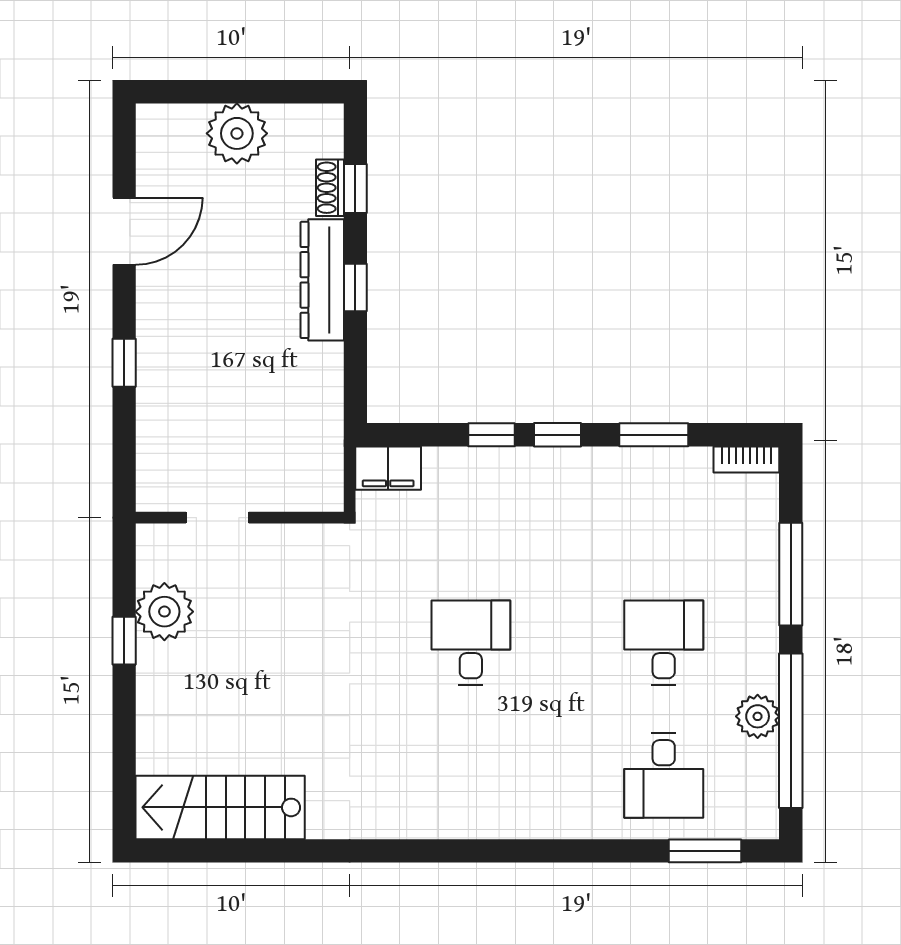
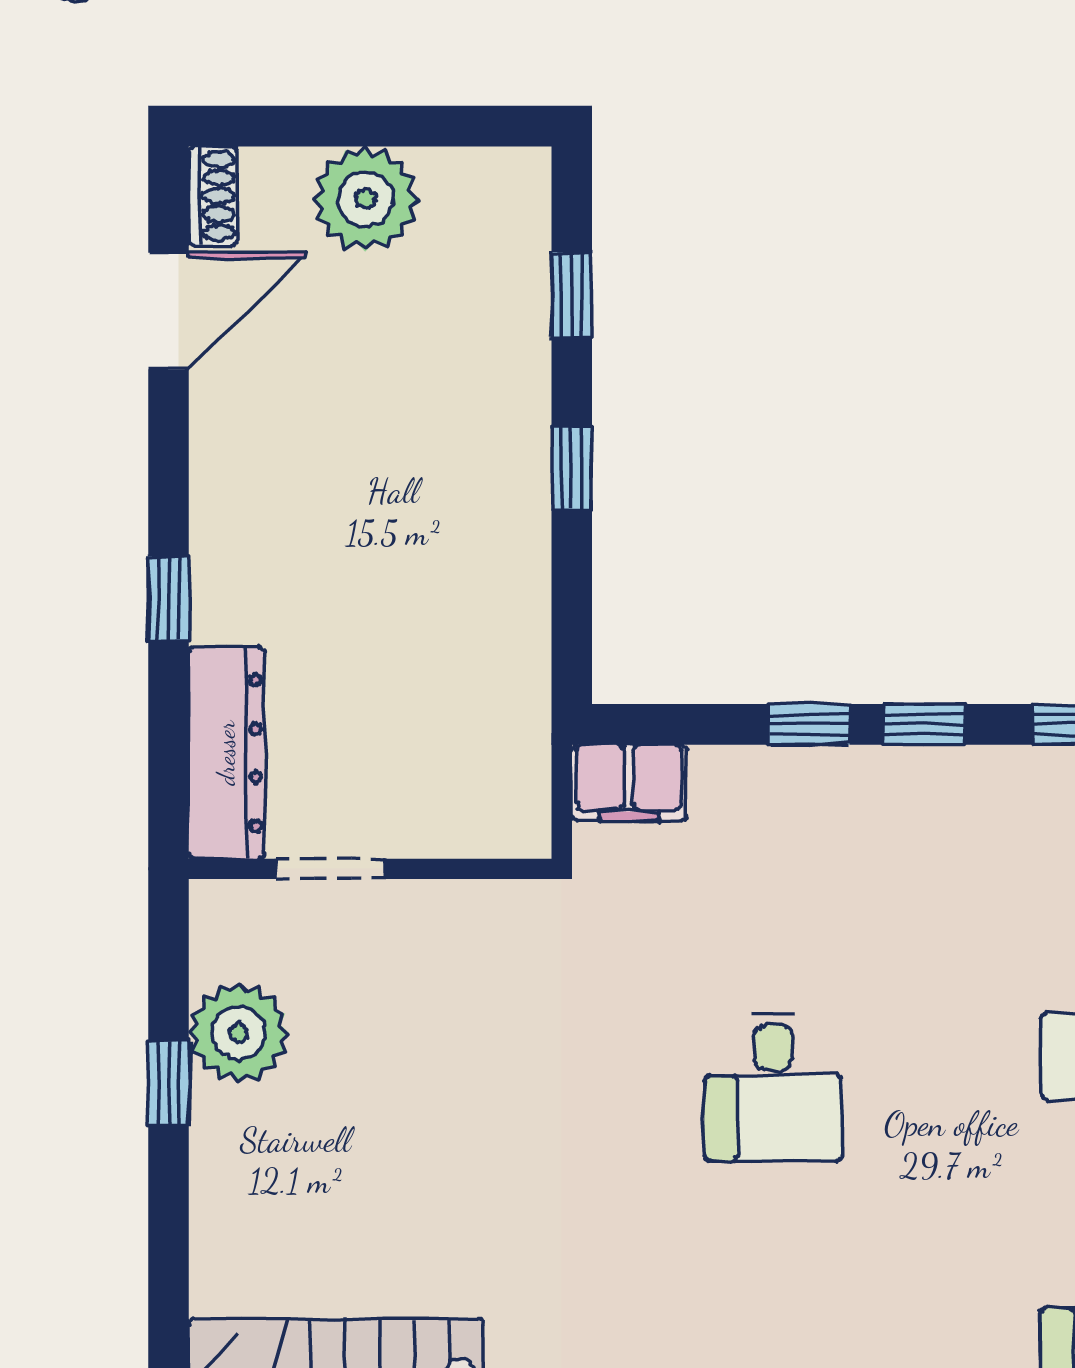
shoe rack: (330, 188) -> (213, 196), moved, turned 180
door: (124, 231) -> (169, 311), moved
dresser: (322, 280) -> (226, 753), moved, turned 180
desk: (471, 643) -> (773, 1087), turned 180

